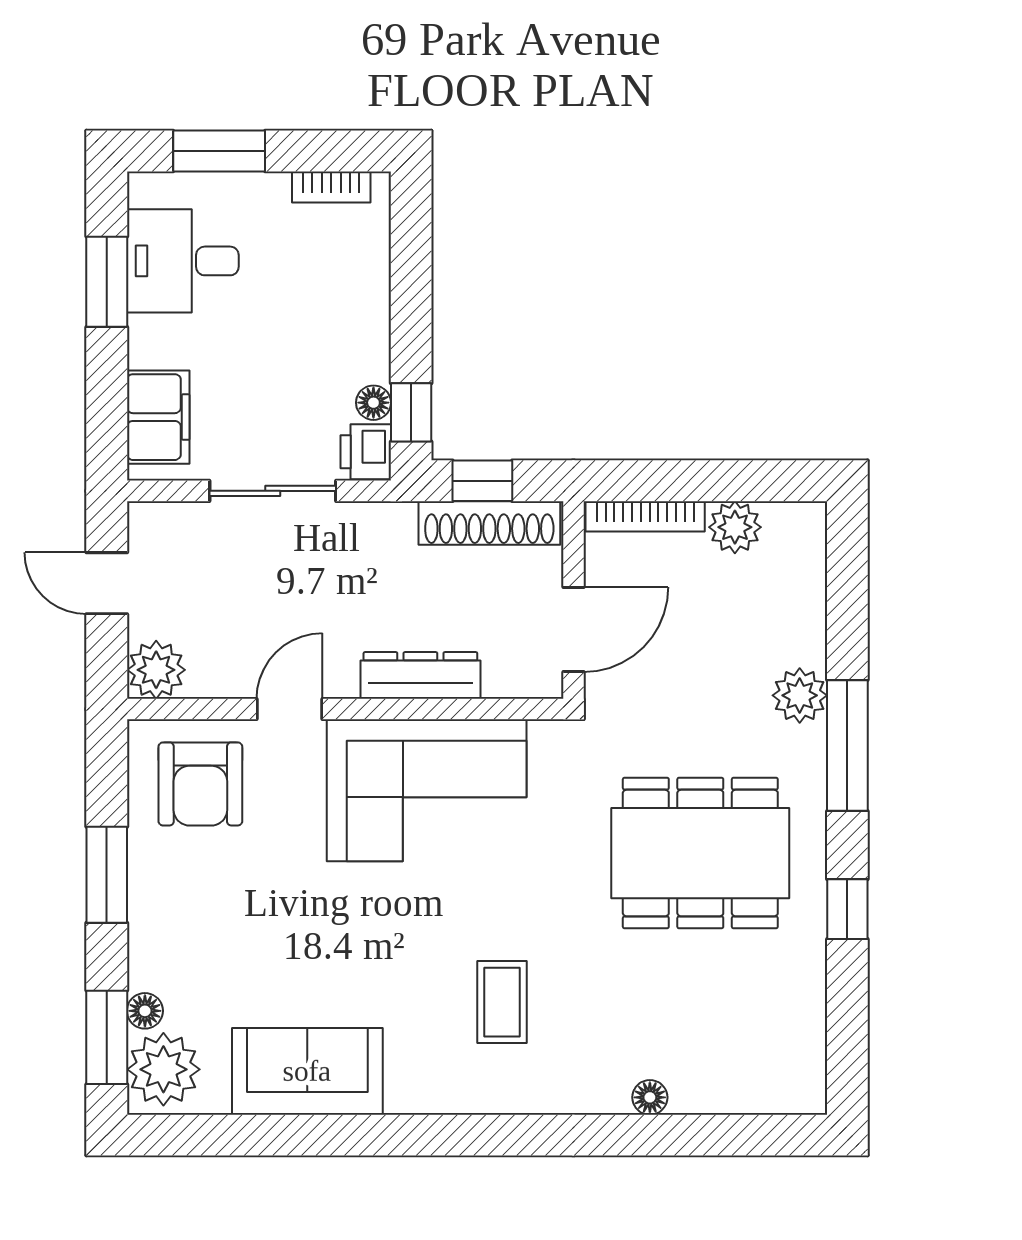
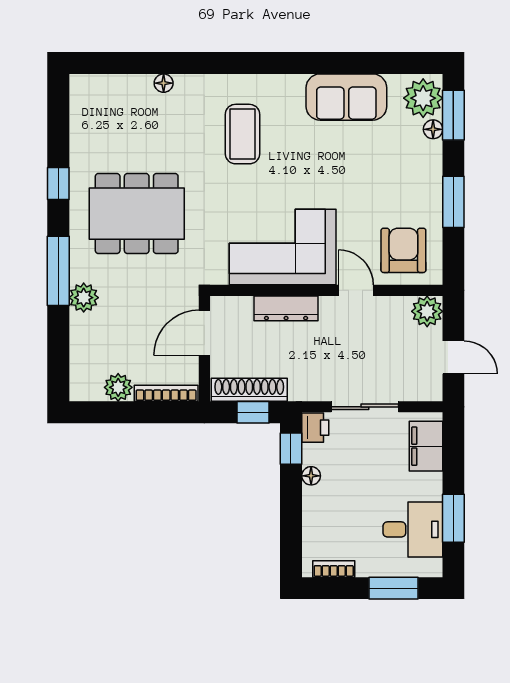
floor lamp: (373, 403) -> (311, 476), moved
door: (289, 709) -> (356, 290), swing flipped
coffee table: (502, 1002) -> (242, 134), width x1.36, depth x1.30

